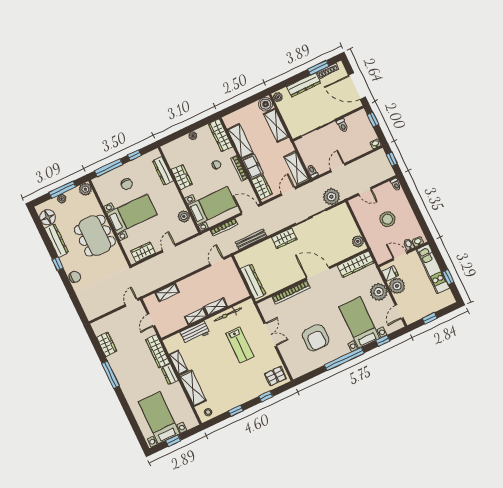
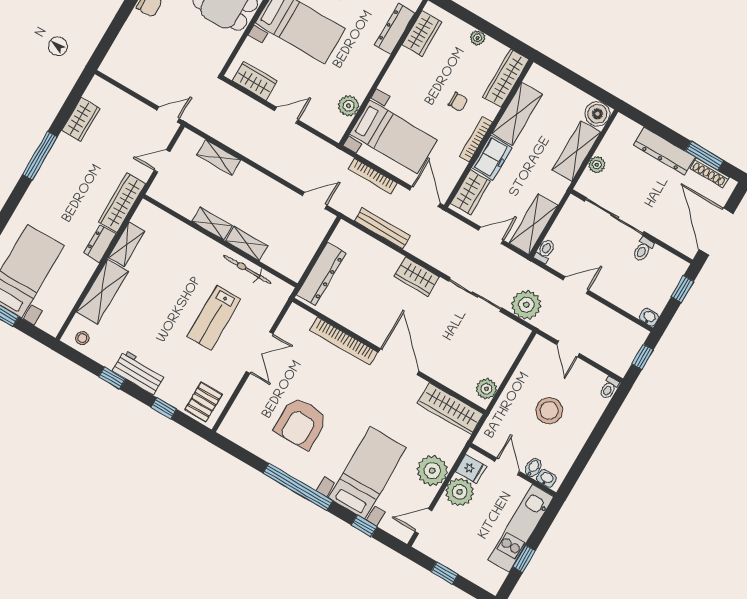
plant: (278, 97) -> (597, 165), moved
wardrobe: (182, 177) -> (422, 33), moved
workbench: (195, 333) -> (139, 373), moved, turned 180
pallet: (275, 376) -> (203, 402), turned 90

